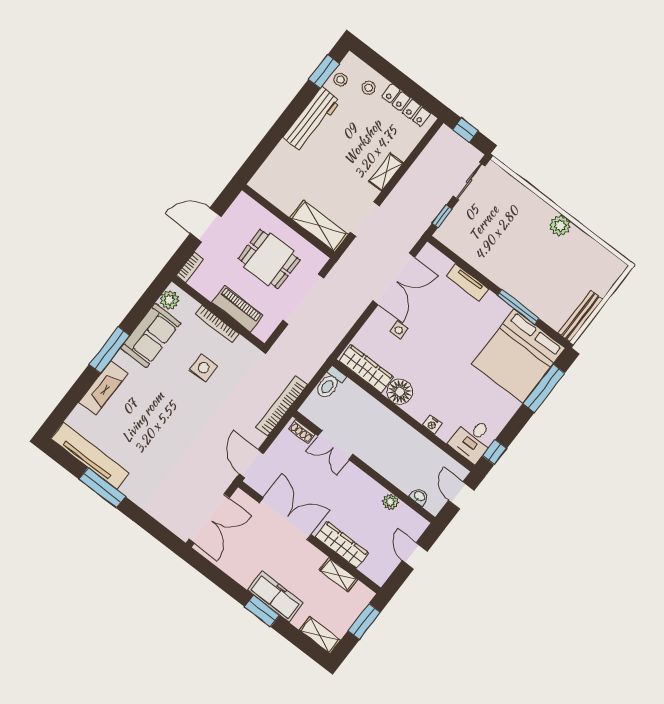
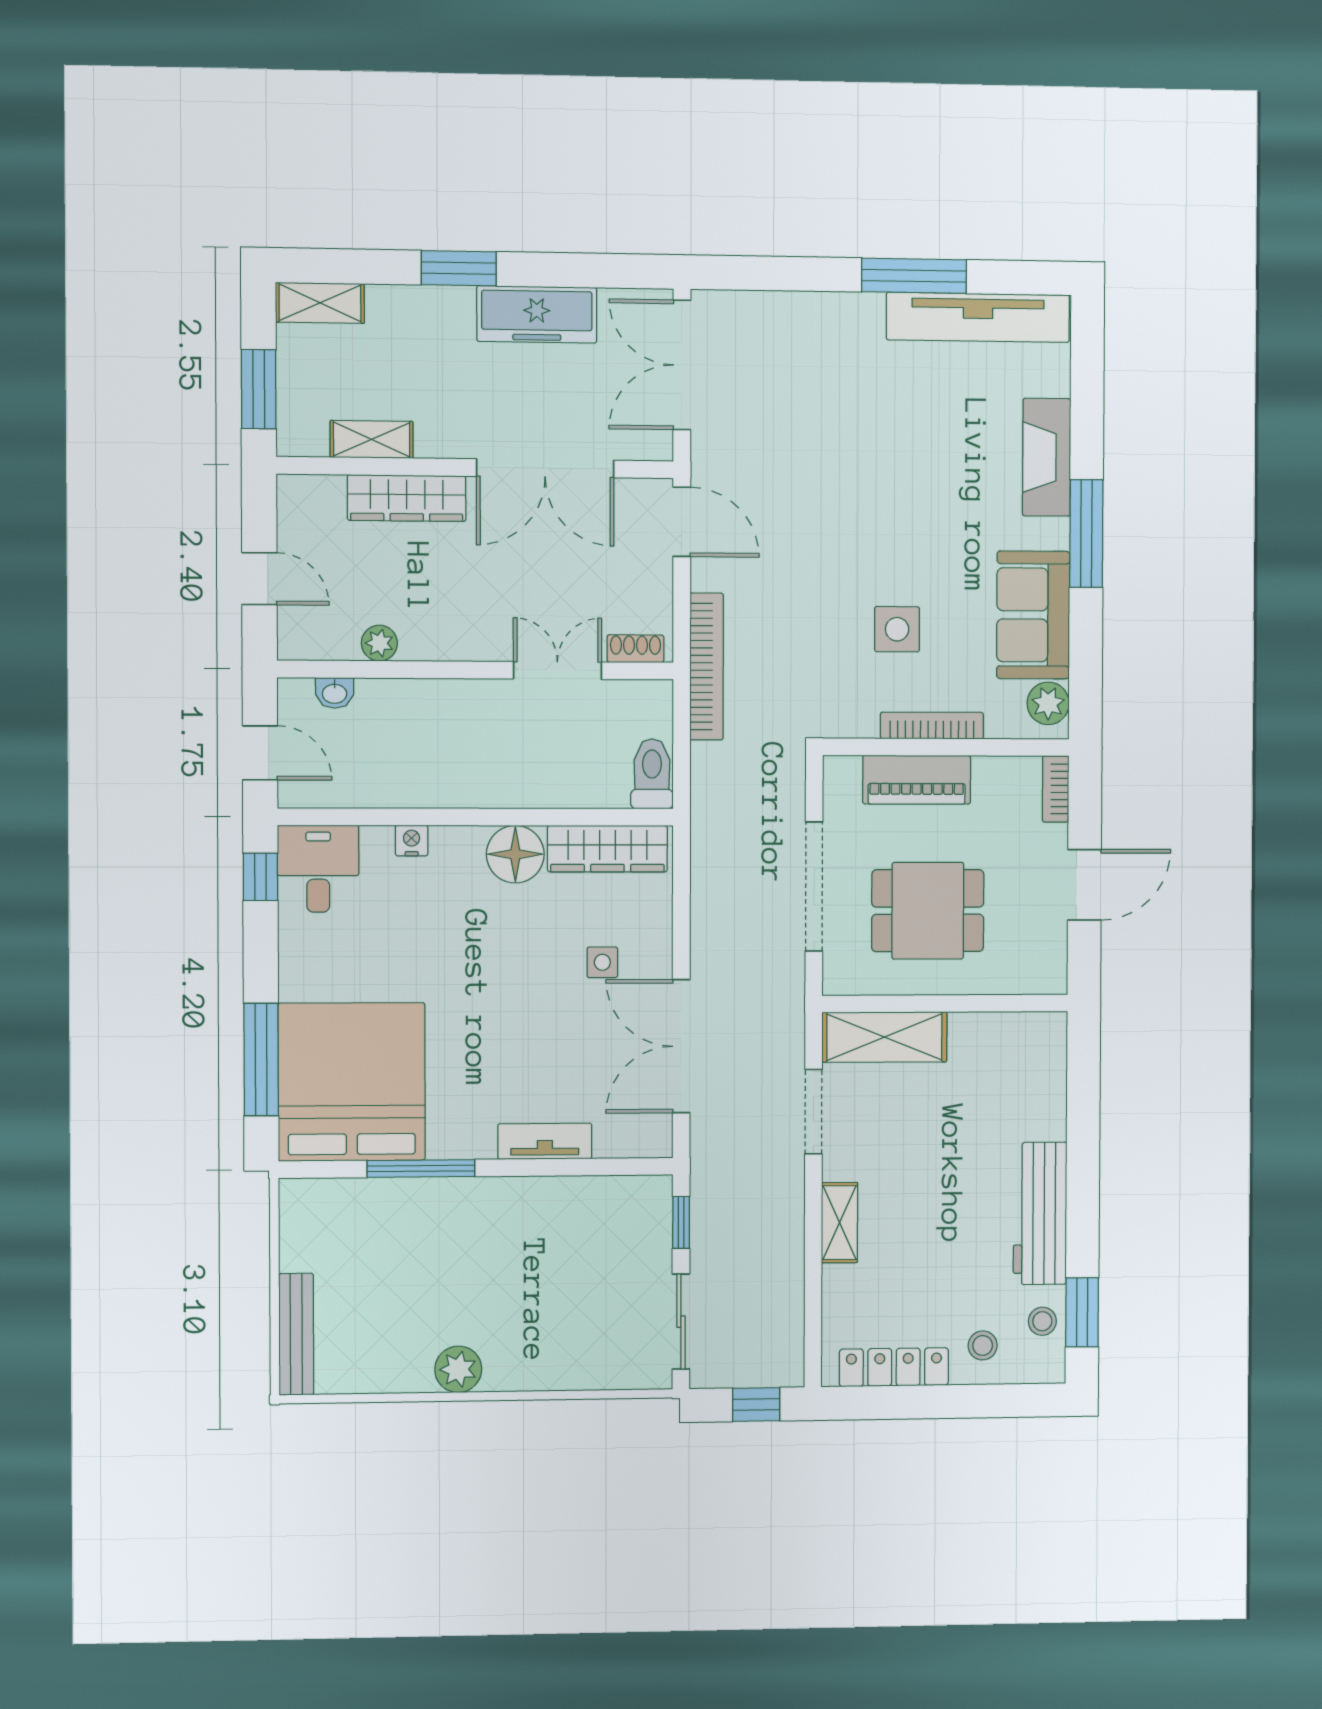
bench: (580, 316) -> (296, 1334), moved
freezer: (276, 597) -> (537, 314), moved

